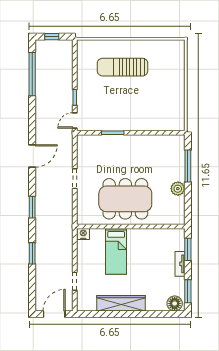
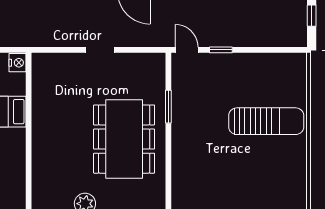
sun lounger: (123, 67) -> (266, 121), turned 90
dining table: (125, 199) -> (124, 139), moved

